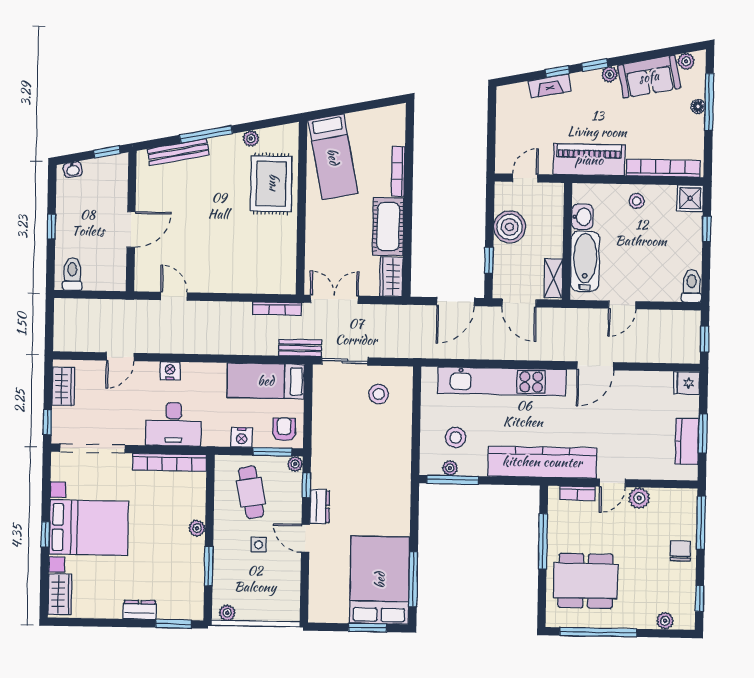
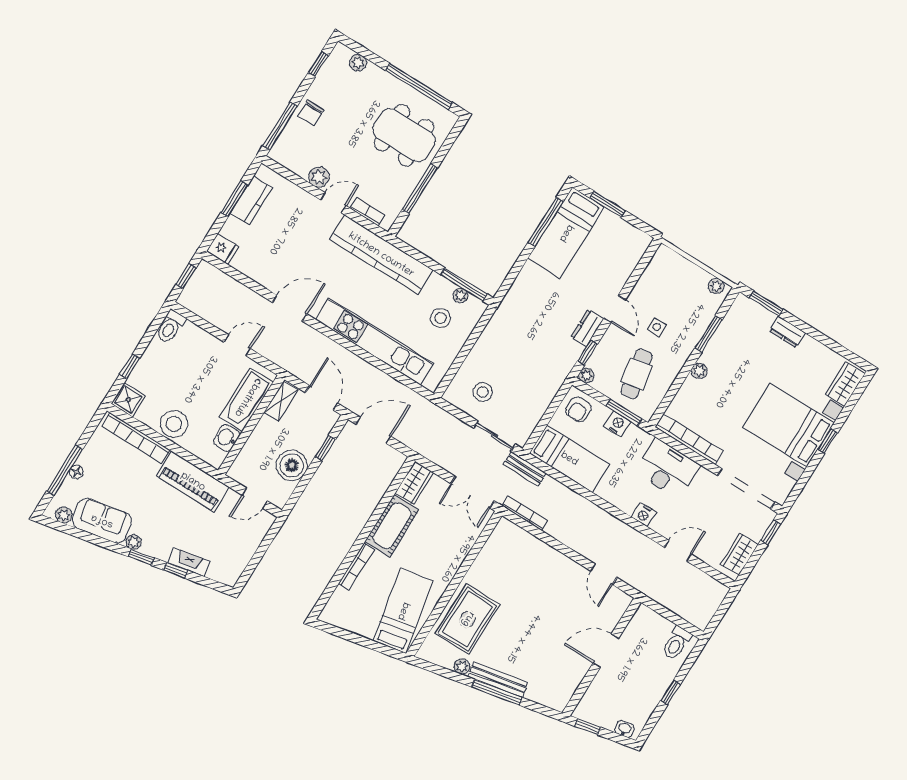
bench: (178, 152) -> (498, 680), moved
stool: (637, 201) -> (174, 424), width x1.89, depth x1.89
window: (272, 452) -> (624, 412), moved
bed: (380, 580) -> (566, 233), width x0.67

